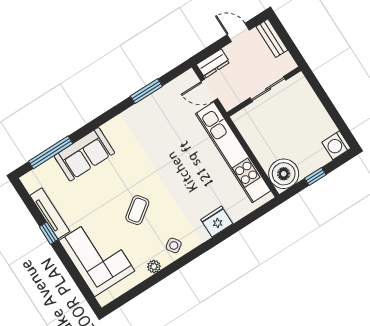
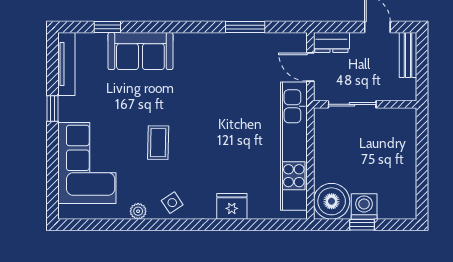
sliding door: (268, 89) -> (352, 104), moved
washing machine: (336, 145) -> (364, 207), moved, turned 90
window: (51, 152) -> (107, 27), width x0.46
coffee table: (137, 210) -> (158, 143), turned -53
tv unit: (50, 213) -> (66, 64), moved

